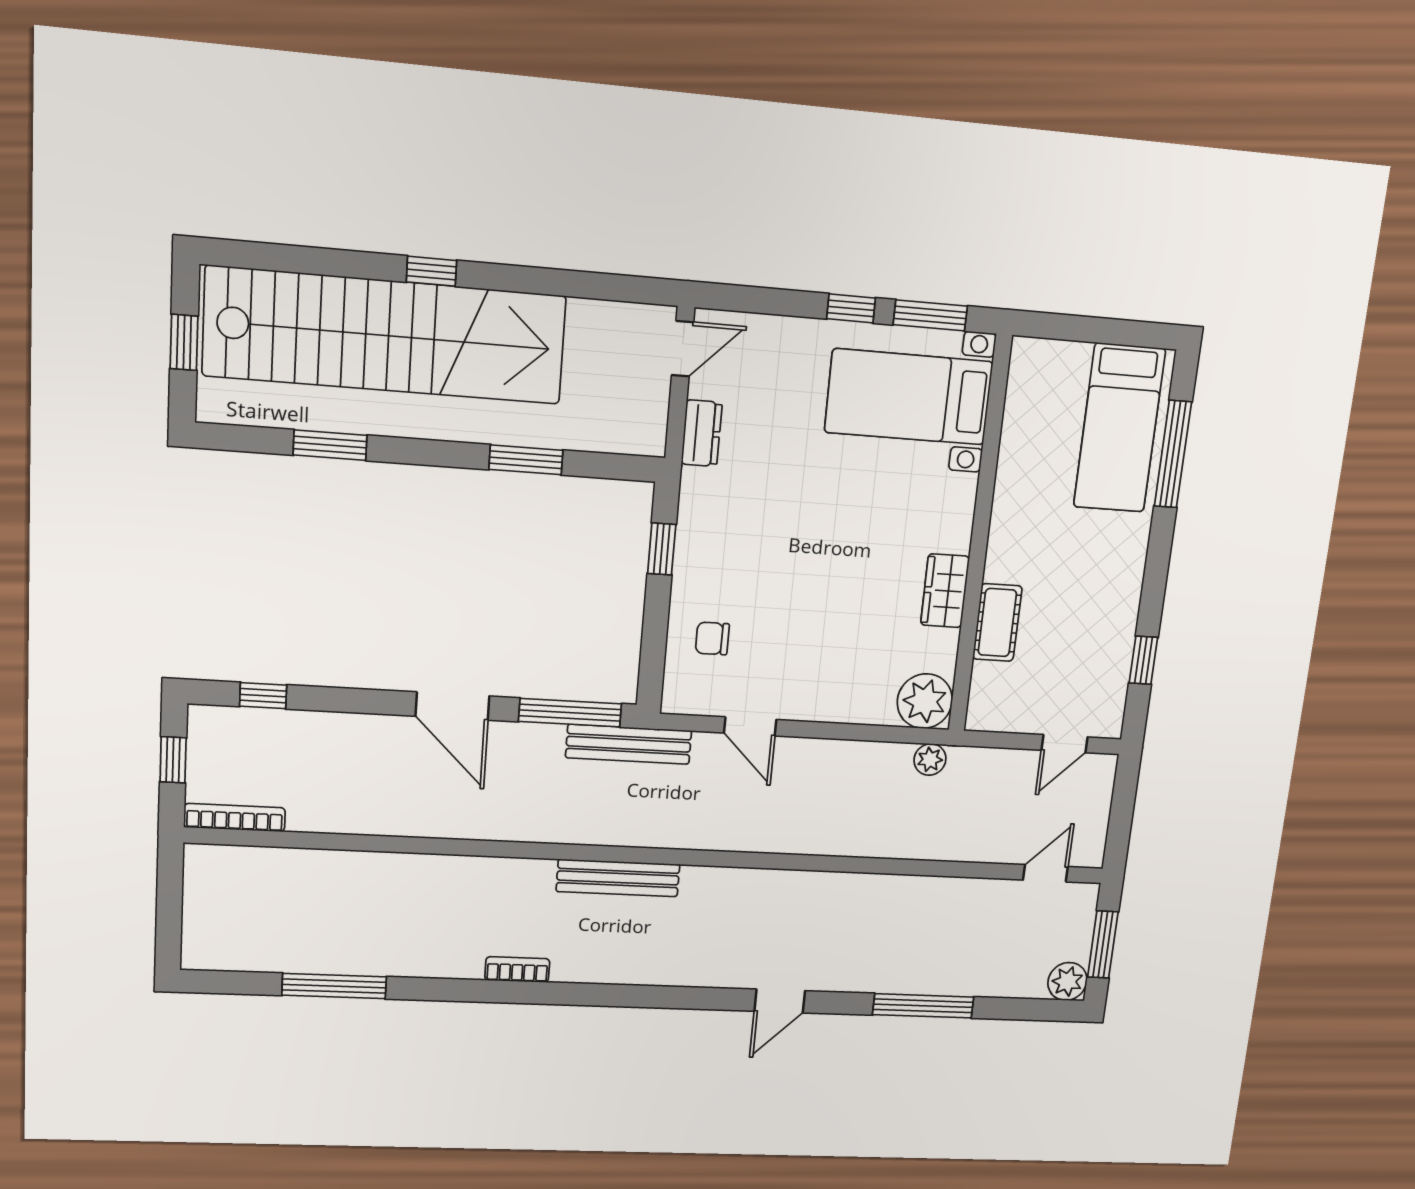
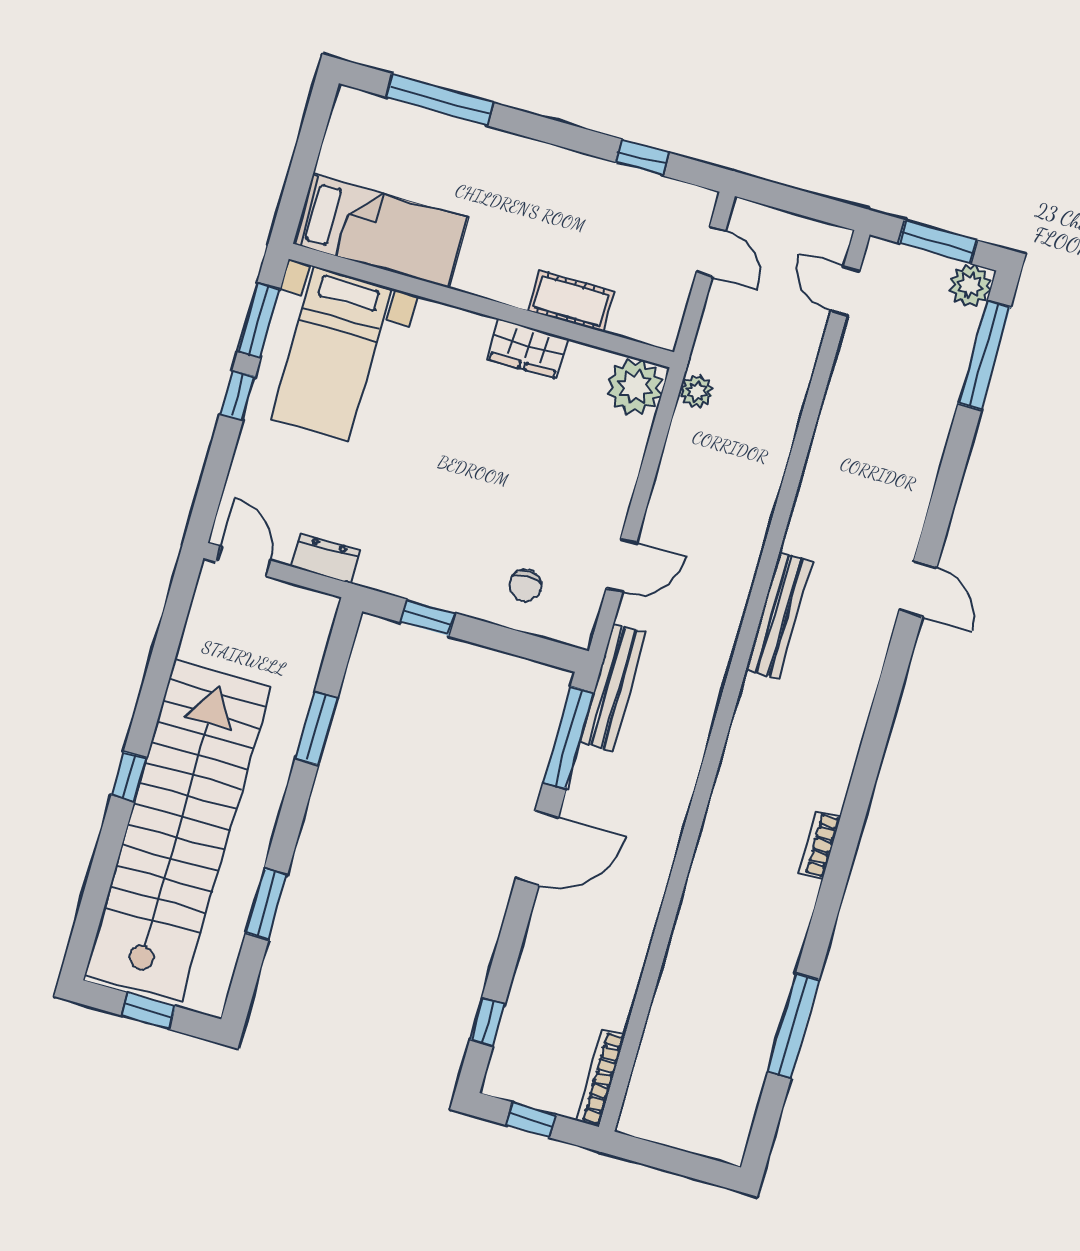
bed: (1119, 428) -> (380, 231), moved
bench: (618, 878) -> (779, 615), moved
window: (923, 1006) -> (984, 355), moved

